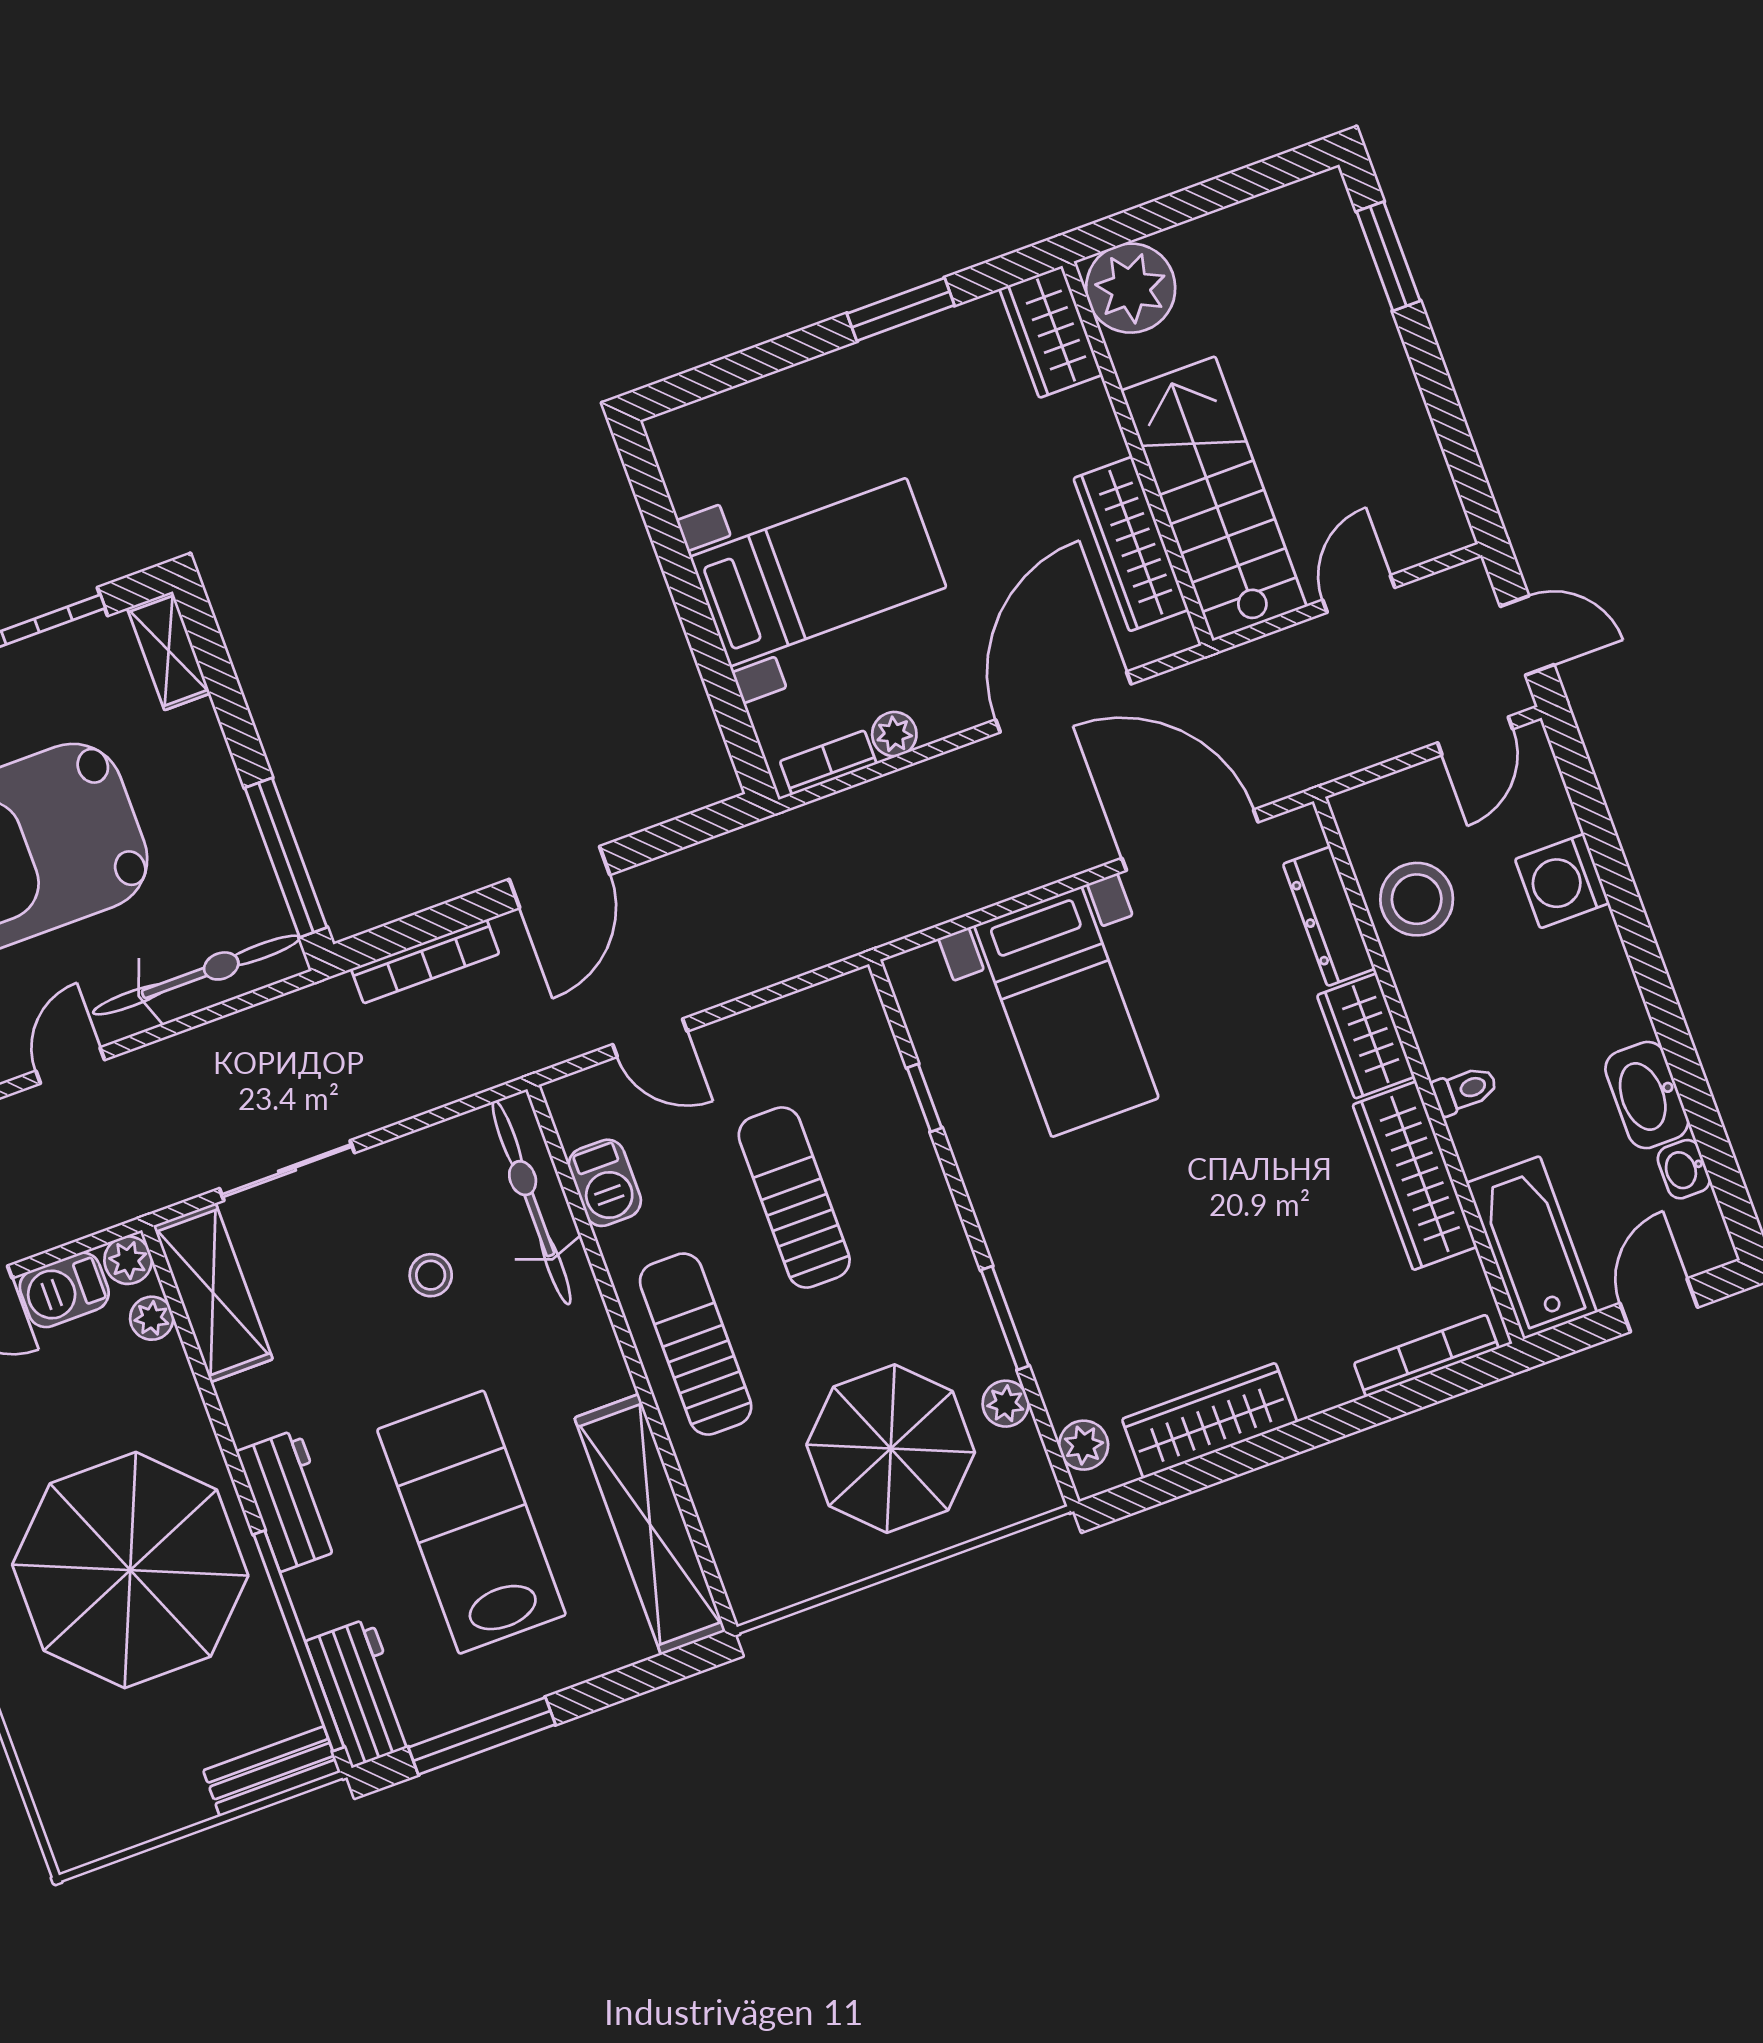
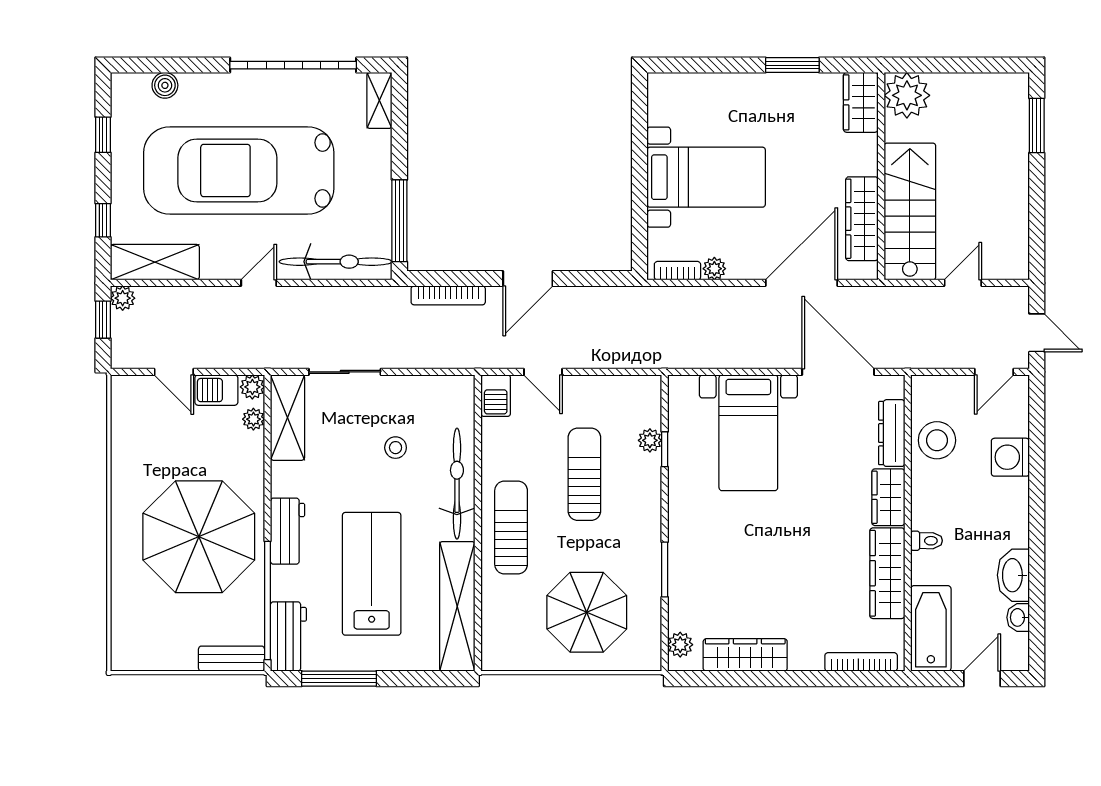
barbecue: (605, 1183) -> (496, 396), moved
bicycle: (532, 1203) -> (457, 484), moved
plant: (1006, 1404) -> (650, 440), moved

